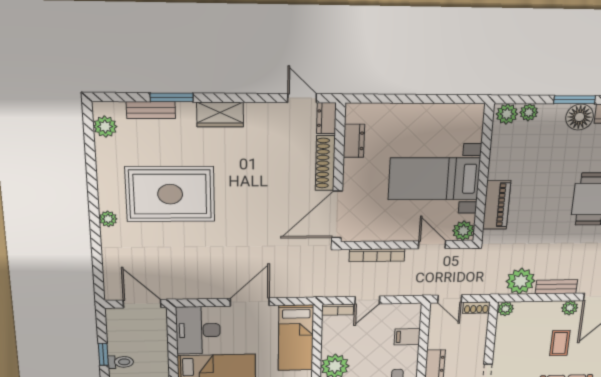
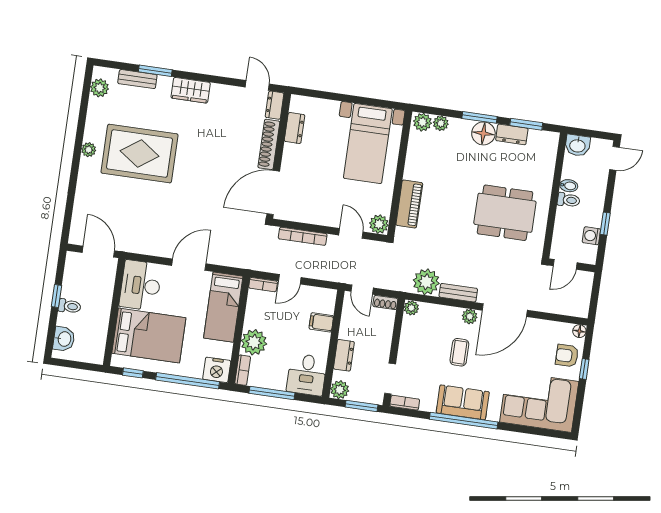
bed with nightstands: (434, 179) -> (368, 143), moved, turned -90
plant: (108, 219) -> (89, 150), moved

